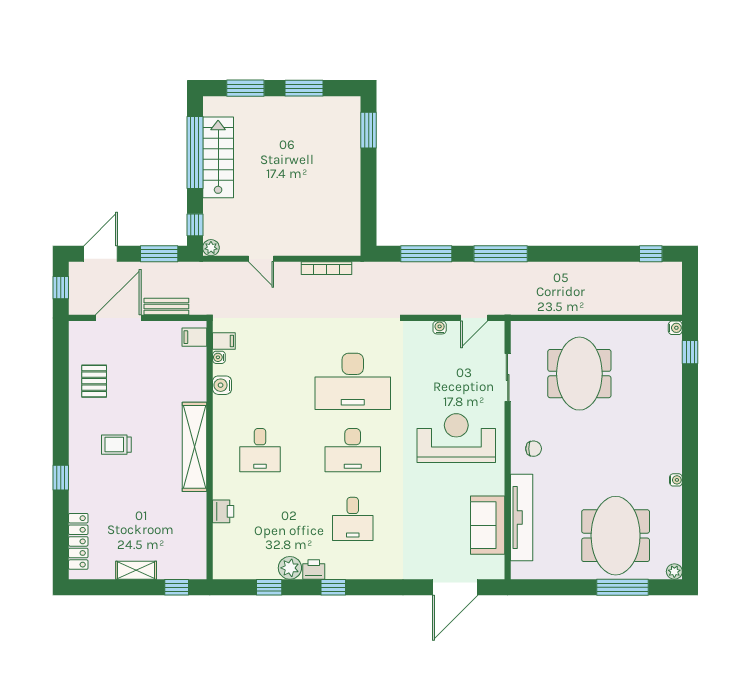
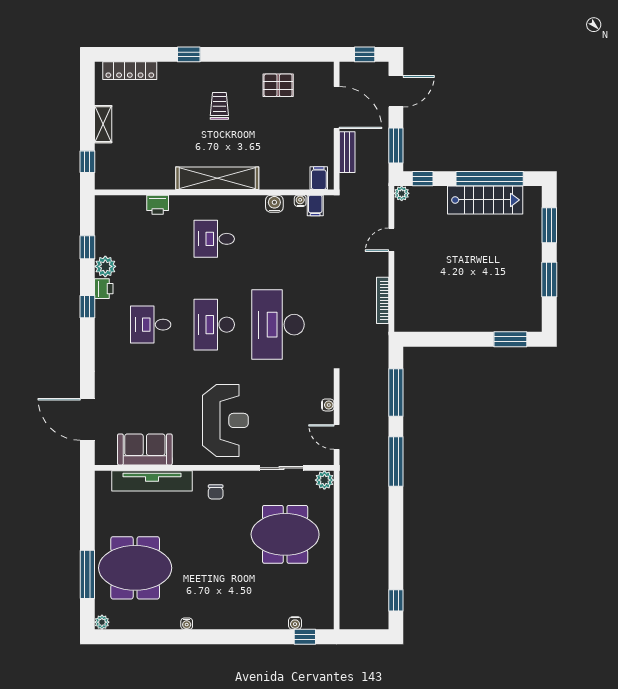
door: (101, 254) -> (396, 91), hinge flipped
water cooler: (675, 328) -> (295, 623), moved
plant: (521, 331) -> (324, 480), added

